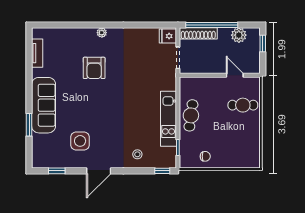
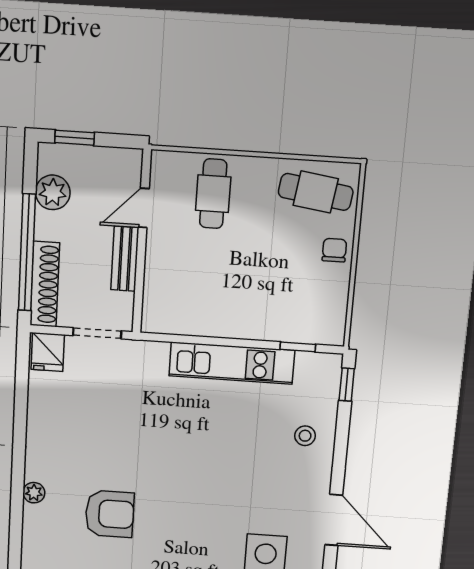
bench: (212, 68) -> (125, 259), added
cafe table: (191, 115) -> (316, 192), moved
chair: (205, 156) -> (334, 250), moved

